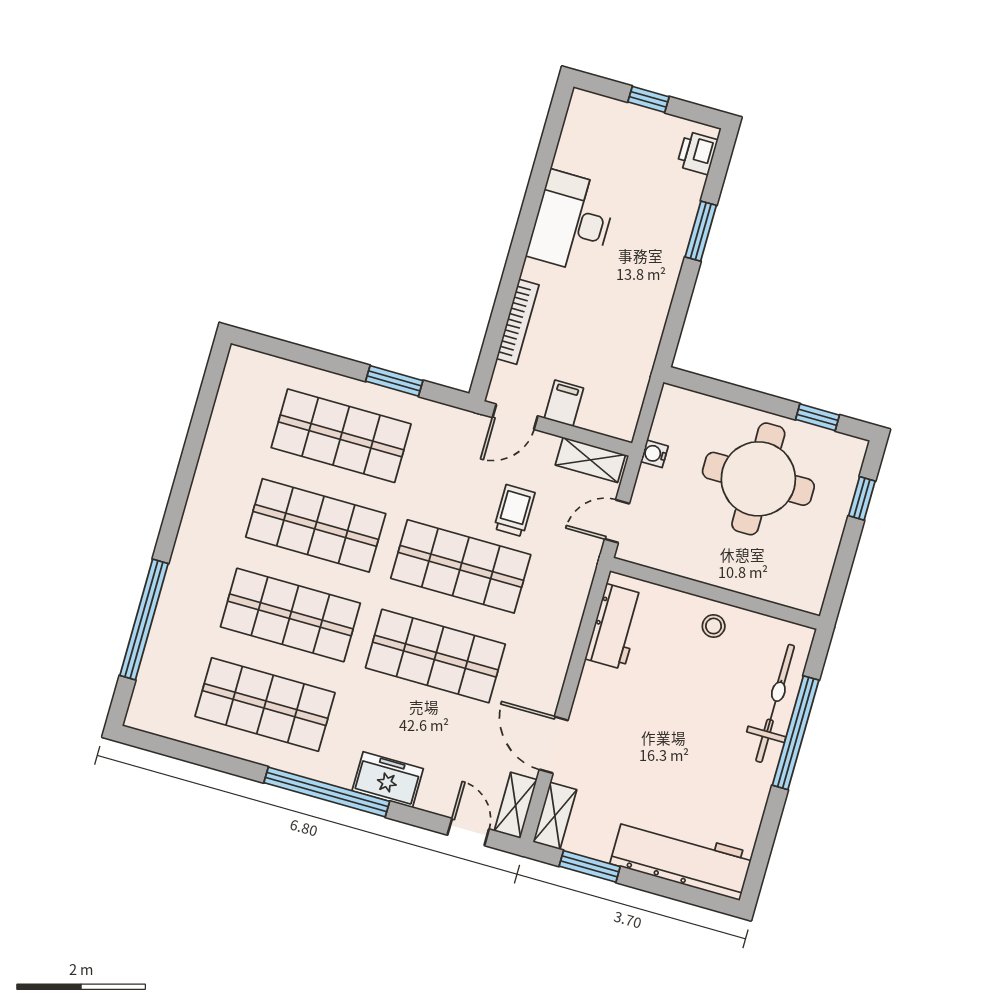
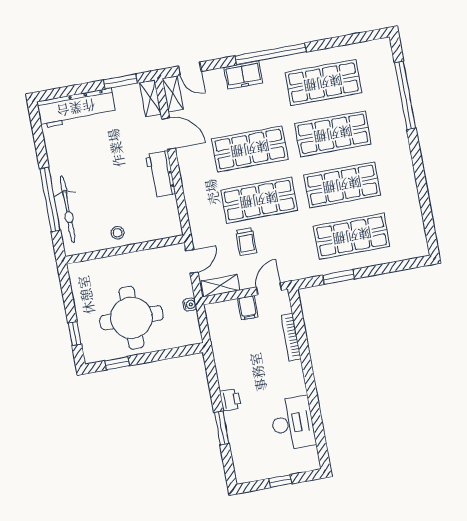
printer: (697, 153) -> (230, 400), moved
desk: (572, 222) -> (293, 423), moved
workbench: (615, 627) -> (161, 174), moved

